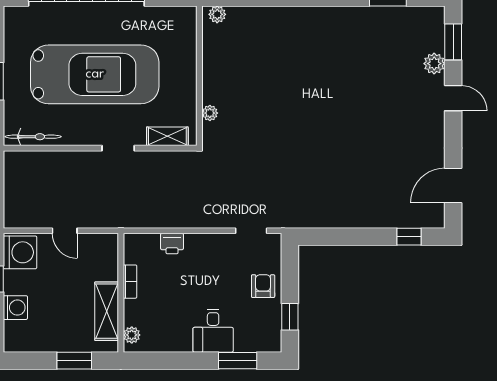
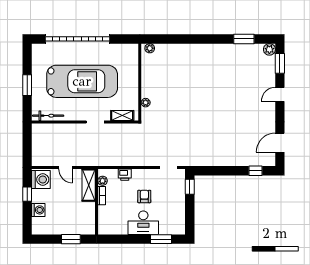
plant: (434, 64) -> (269, 49), moved
door: (453, 98) -> (280, 94), swing flipped
armchair: (263, 286) -> (144, 196), moved
shelving: (107, 311) -> (89, 185), moved
window: (290, 317) -> (190, 187), moved
desk: (213, 331) -> (143, 223), width x1.37
plant: (132, 335) -> (103, 181), moved

